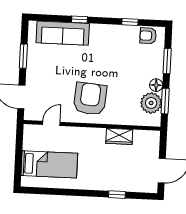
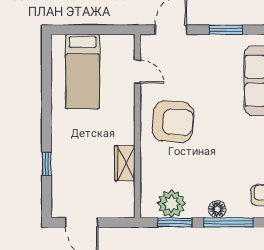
window: (167, 61) -> (228, 222), width x1.44
floor lamp: (156, 85) -> (217, 209), moved

